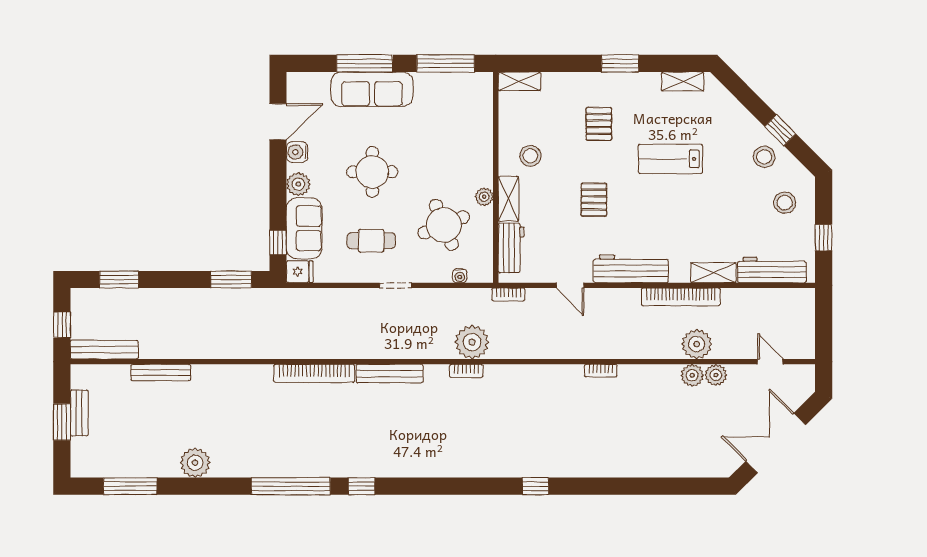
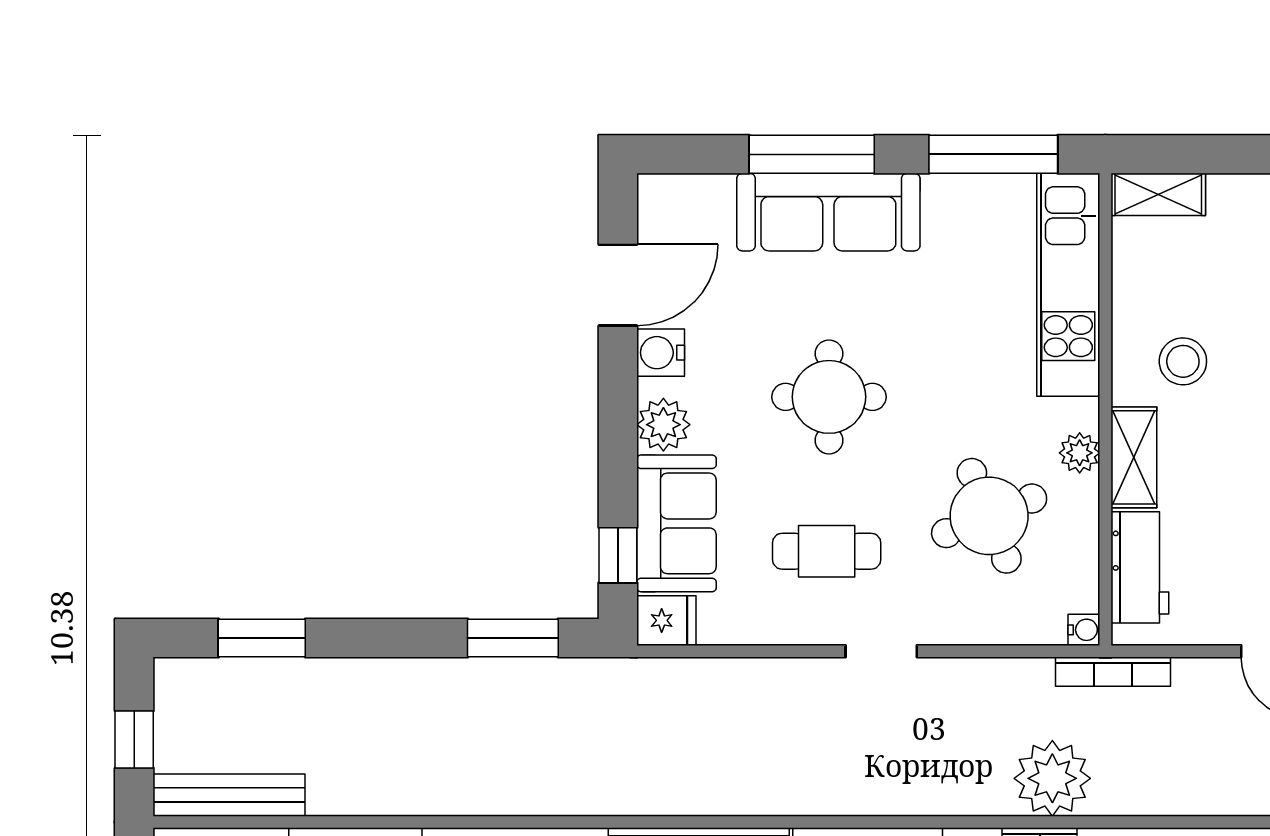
kitchen unit: (479, 122) -> (1068, 285), added
water cooler: (460, 276) -> (1084, 630), moved, turned -90
bookcase: (508, 295) -> (1113, 672), width x1.56

